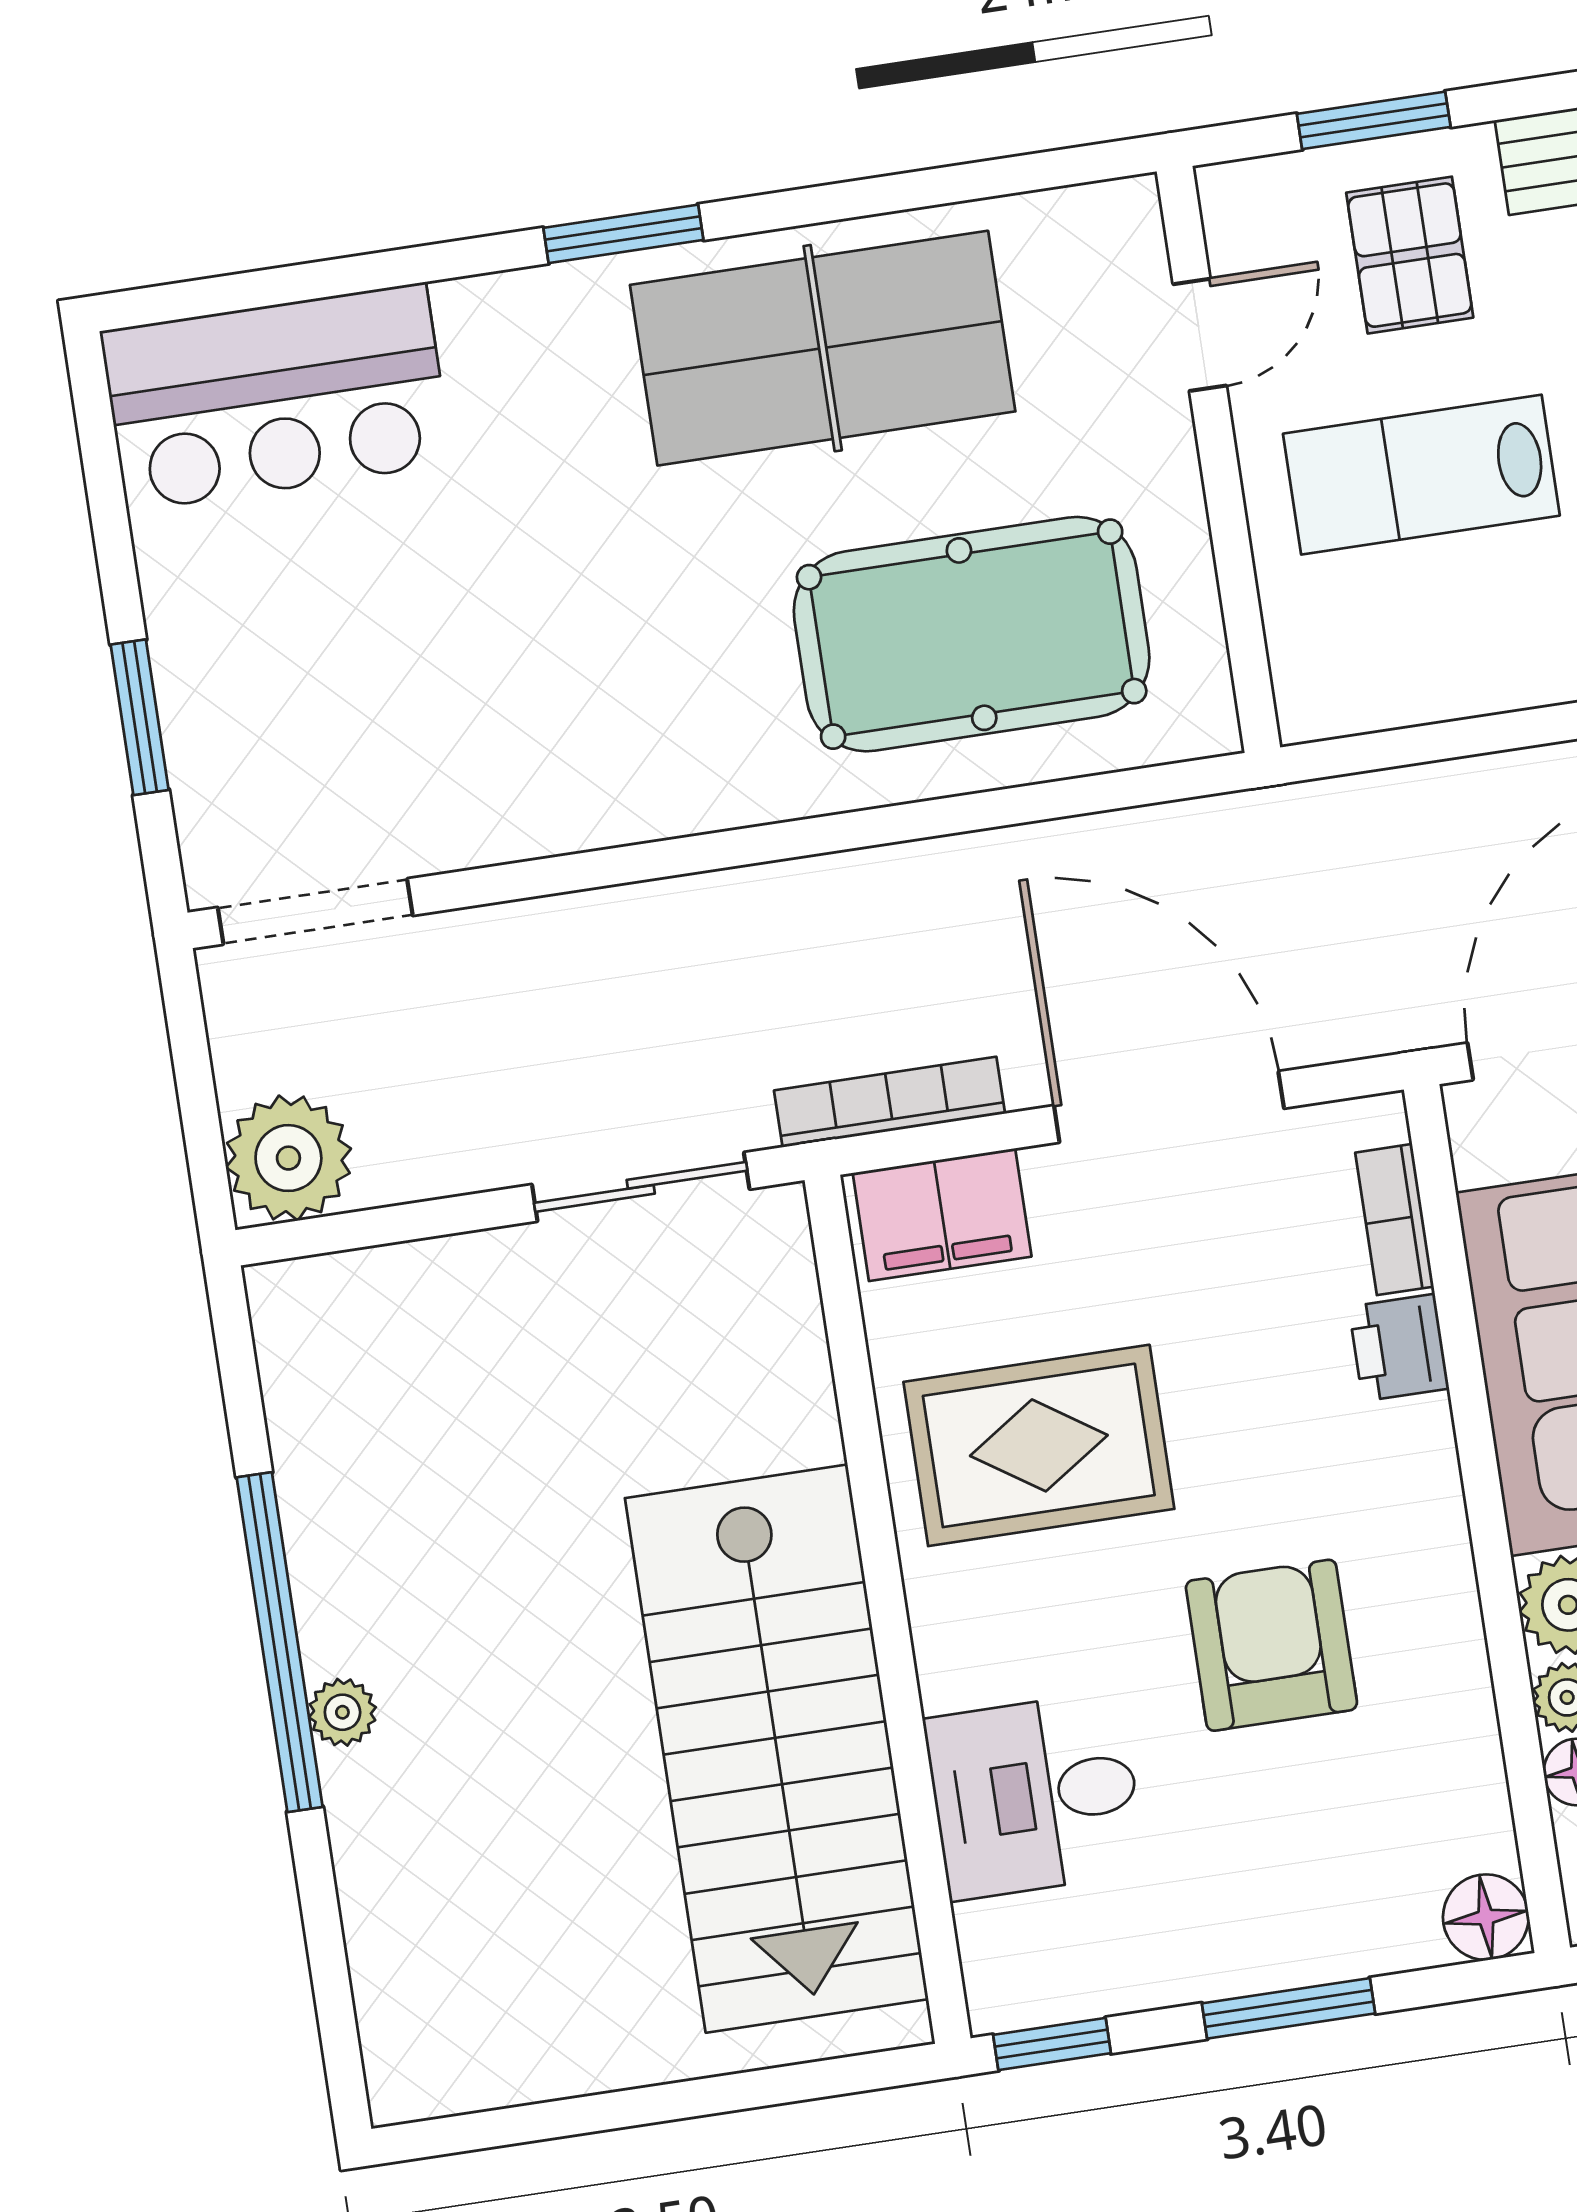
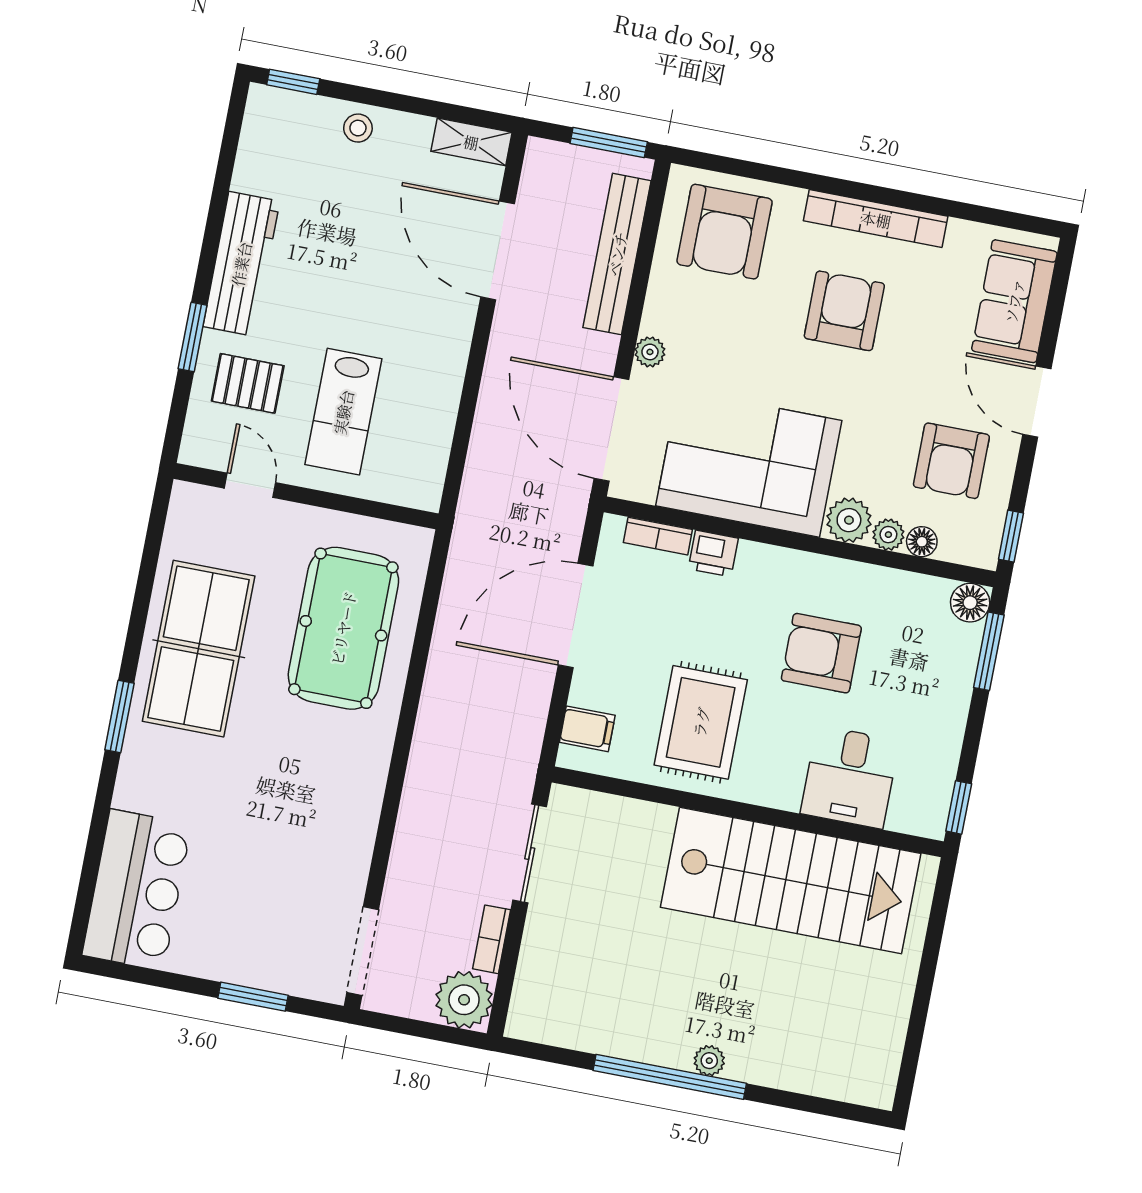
window: (1374, 120) -> (193, 337), moved
bookcase: (889, 1102) -> (492, 939), moved, width x0.64
filing cabinet: (942, 1215) -> (587, 729), width x0.50
window: (1288, 2008) -> (989, 651), moved

